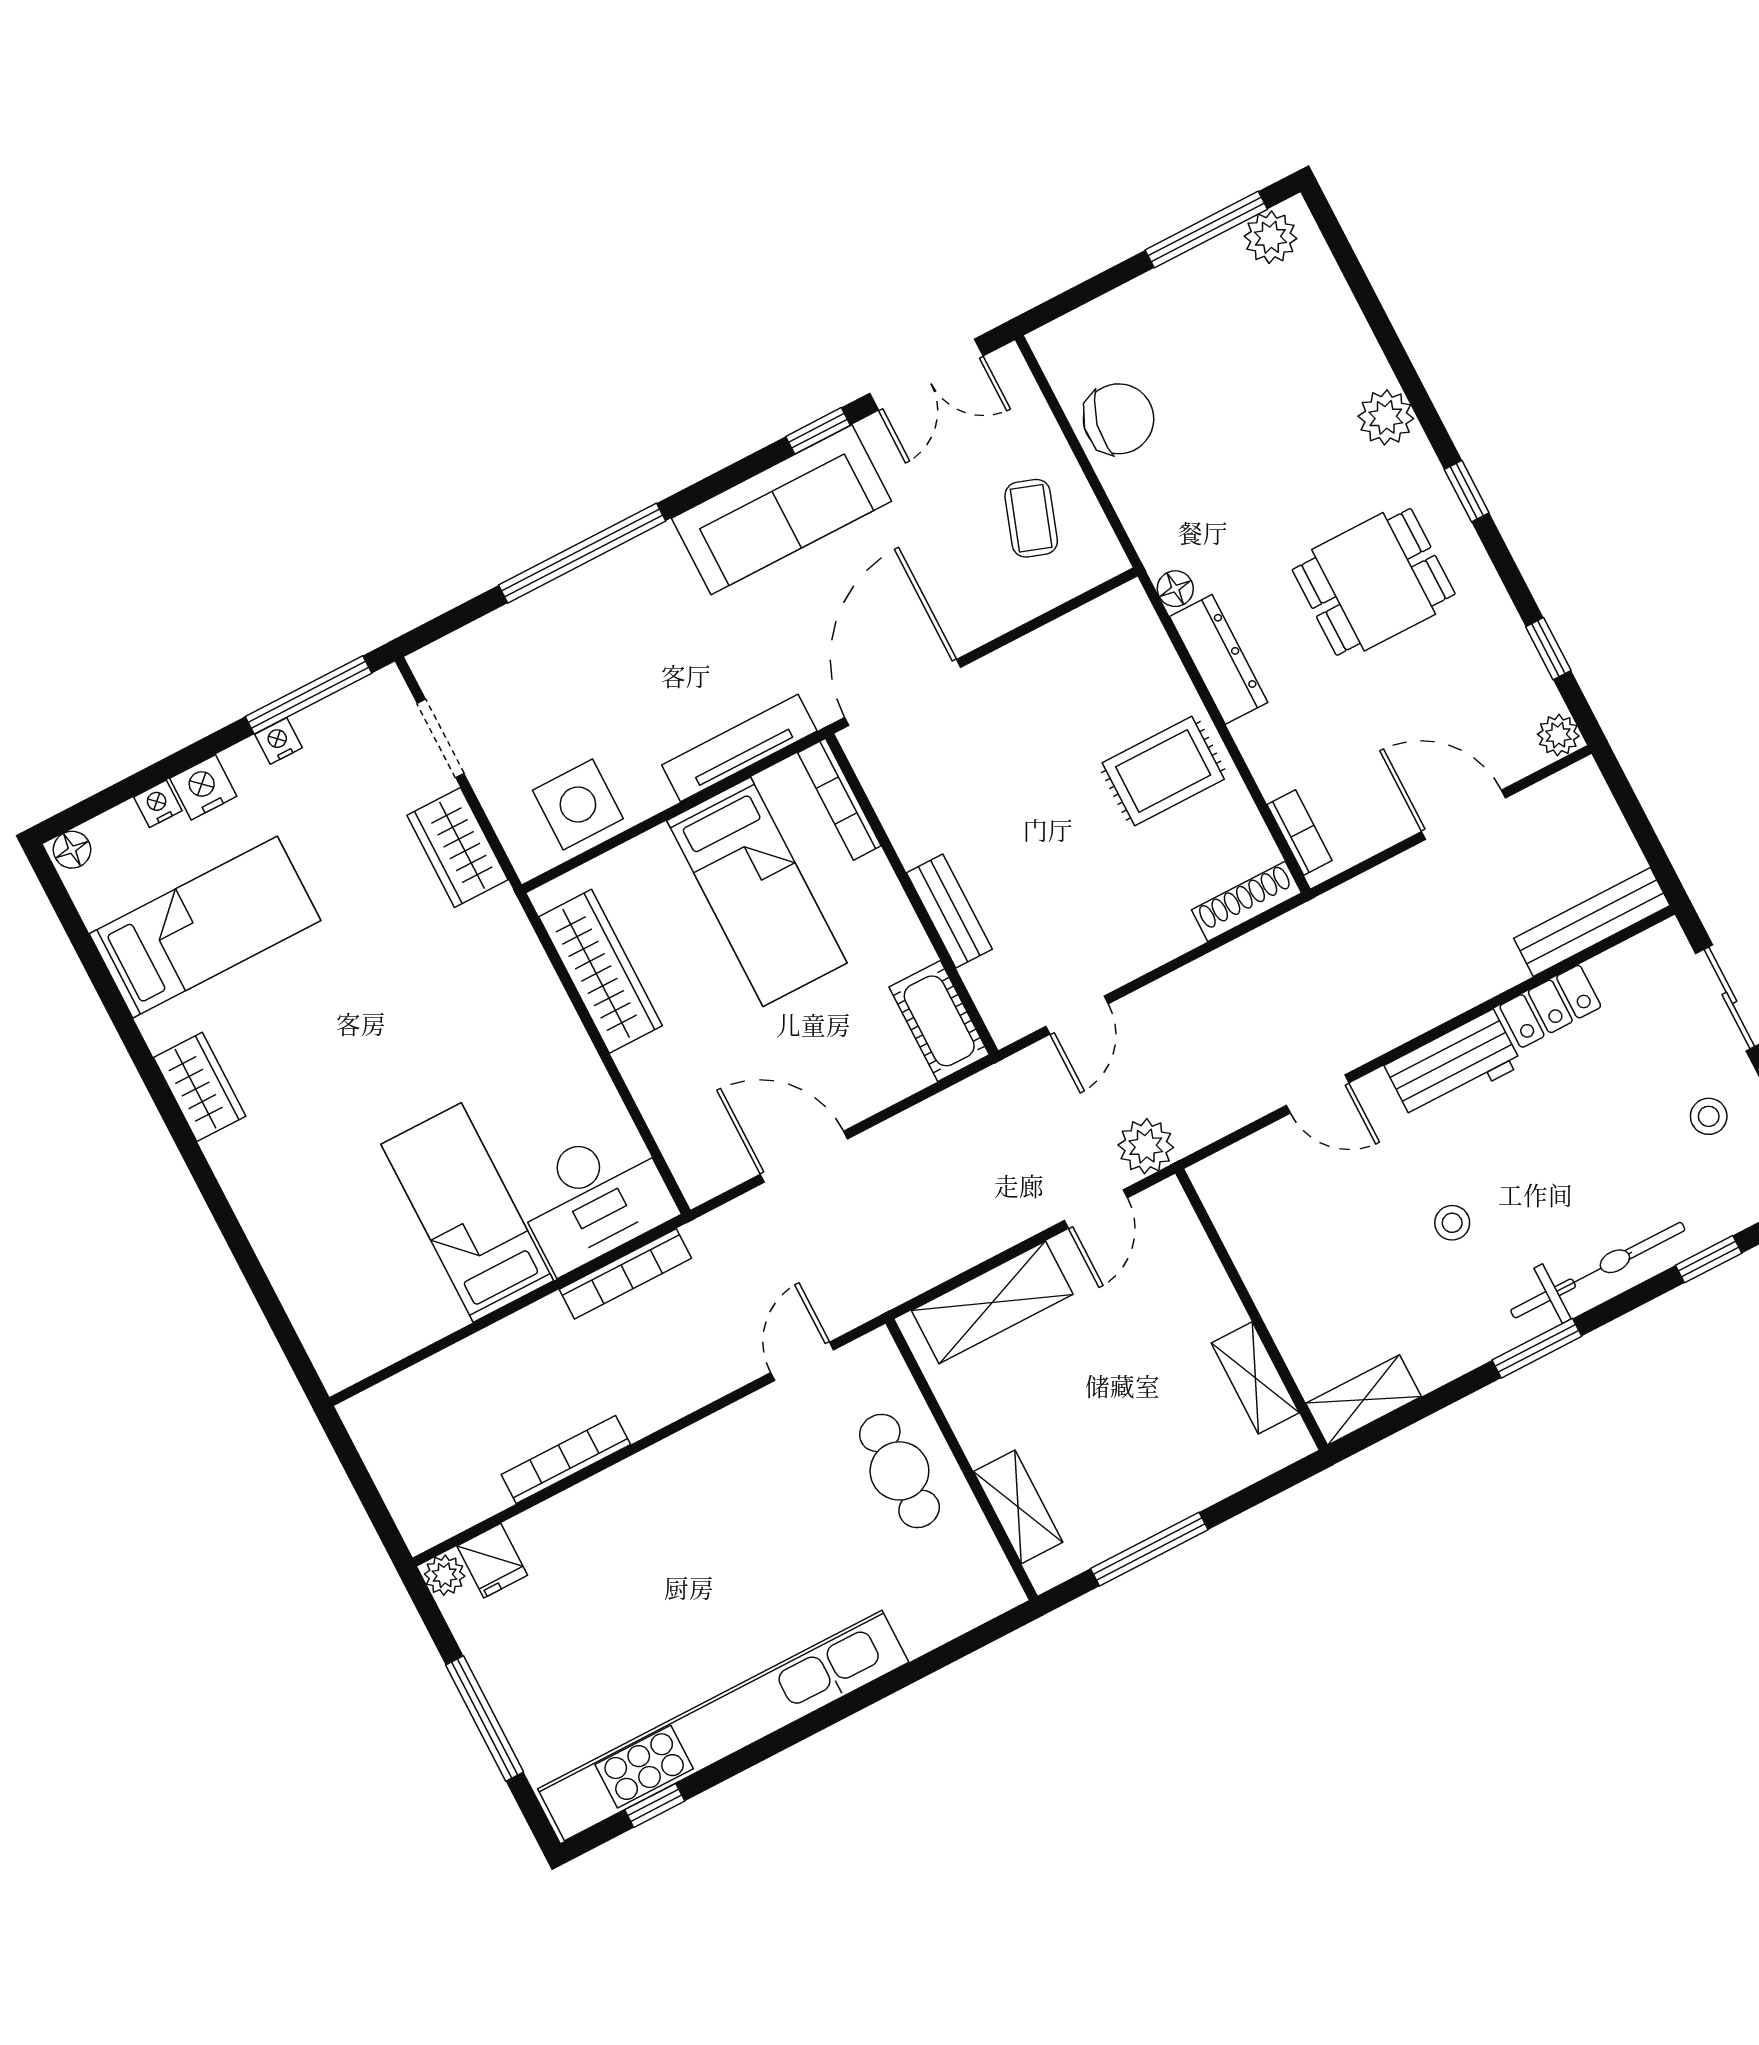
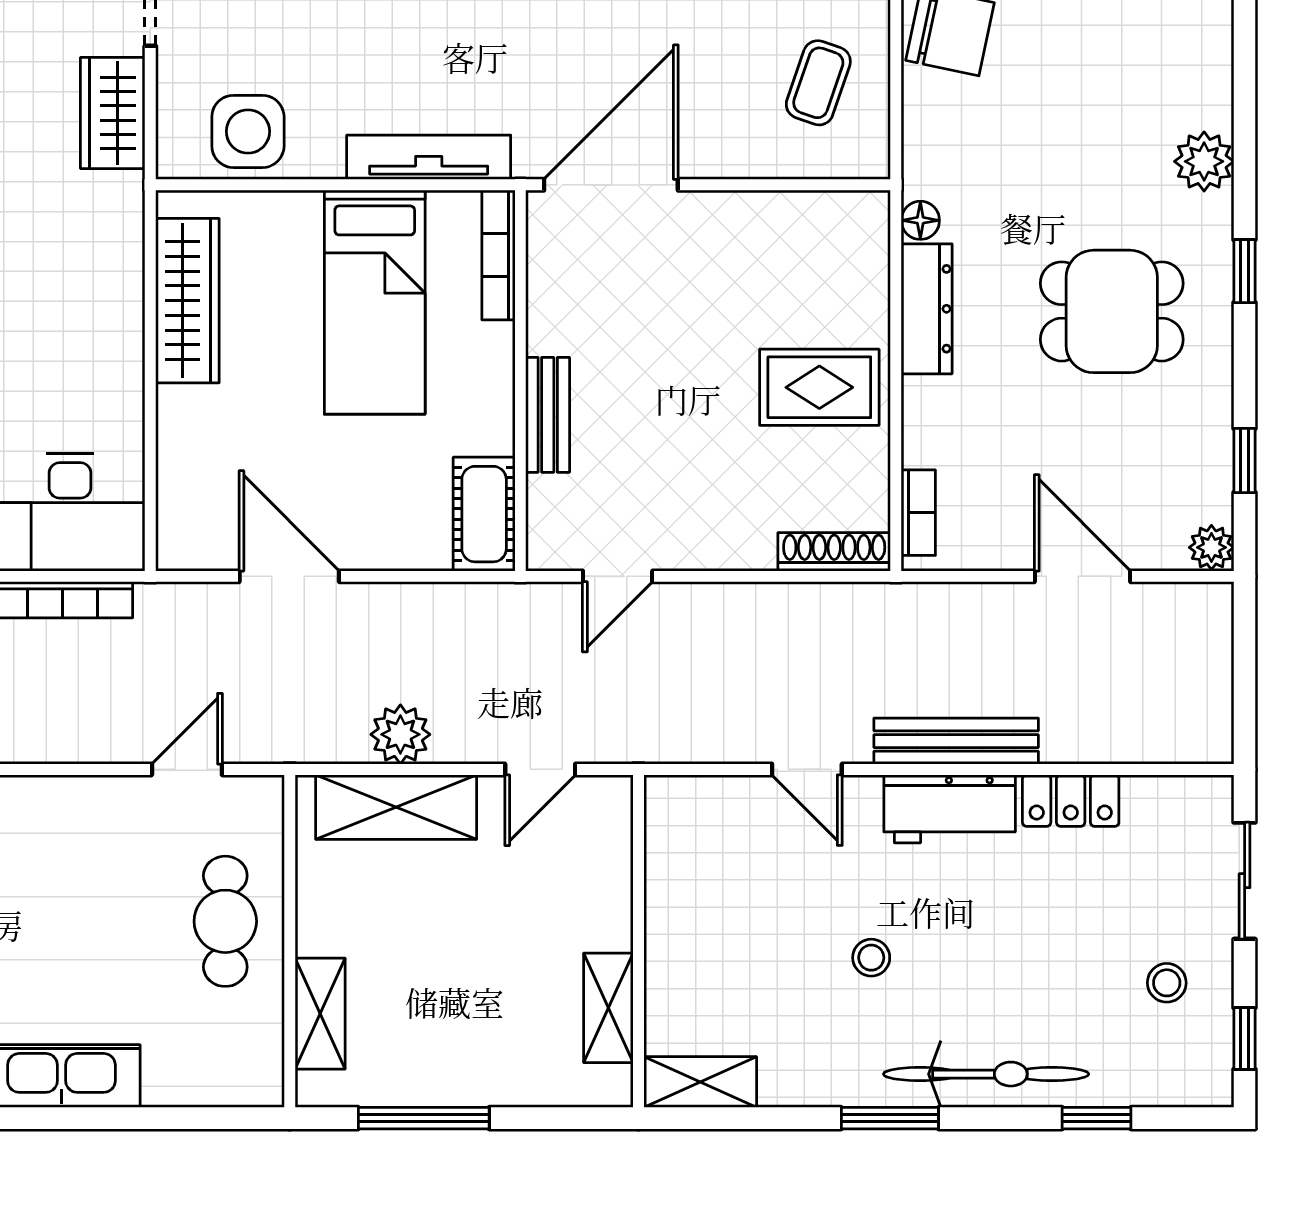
bench: (1592, 922) -> (956, 741), moved
plant: (1146, 1146) -> (400, 734), moved

